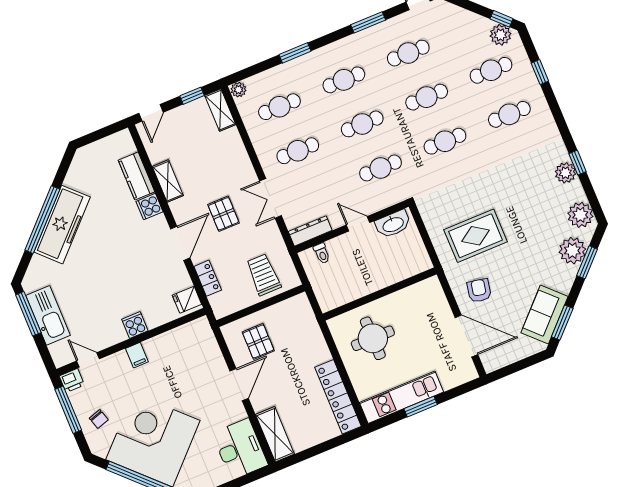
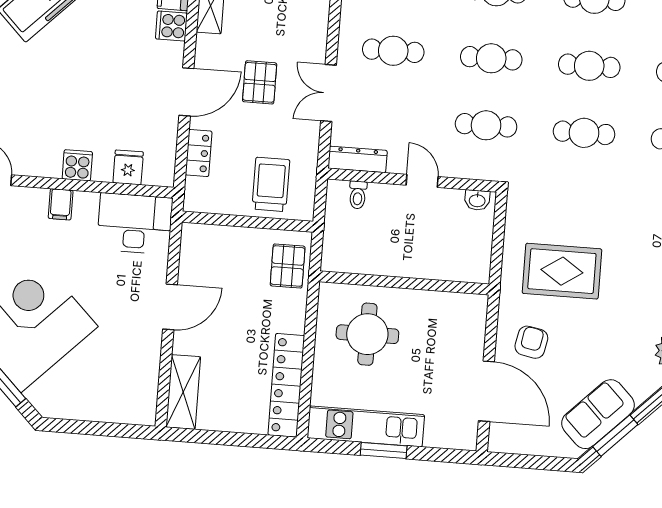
washbasin: (393, 224) -> (477, 200), width x0.52, depth x0.69
fridge: (187, 300) -> (128, 167), moved, turned 90
pallet: (258, 341) -> (288, 266), moved
desk: (240, 449) -> (135, 224), moved, turned -90

